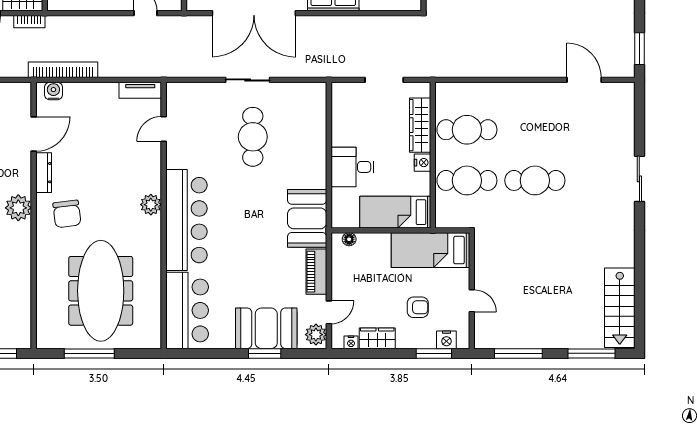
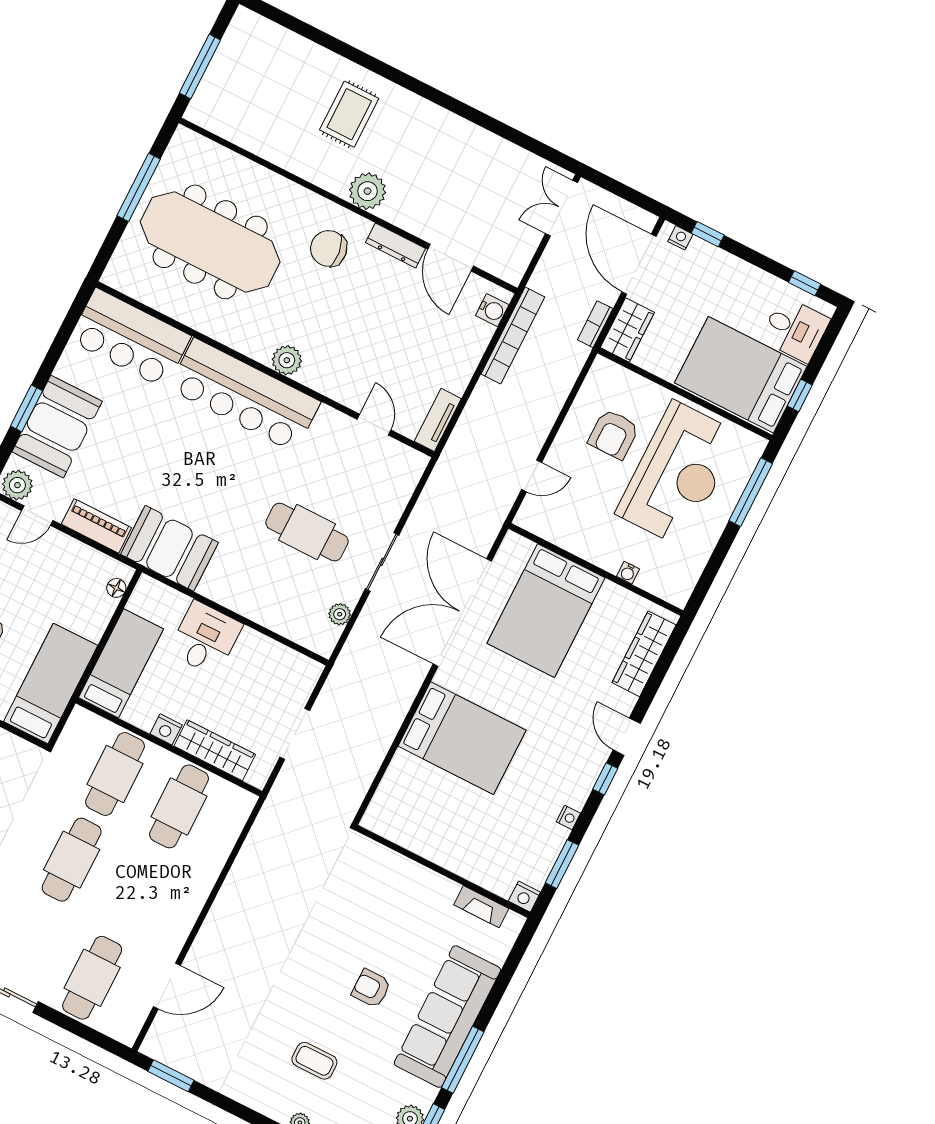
plant: (294, 90) -> (340, 614), added
cafe table: (603, 130) -> (92, 978), added
door: (329, 312) -> (37, 516), hinge flipped

